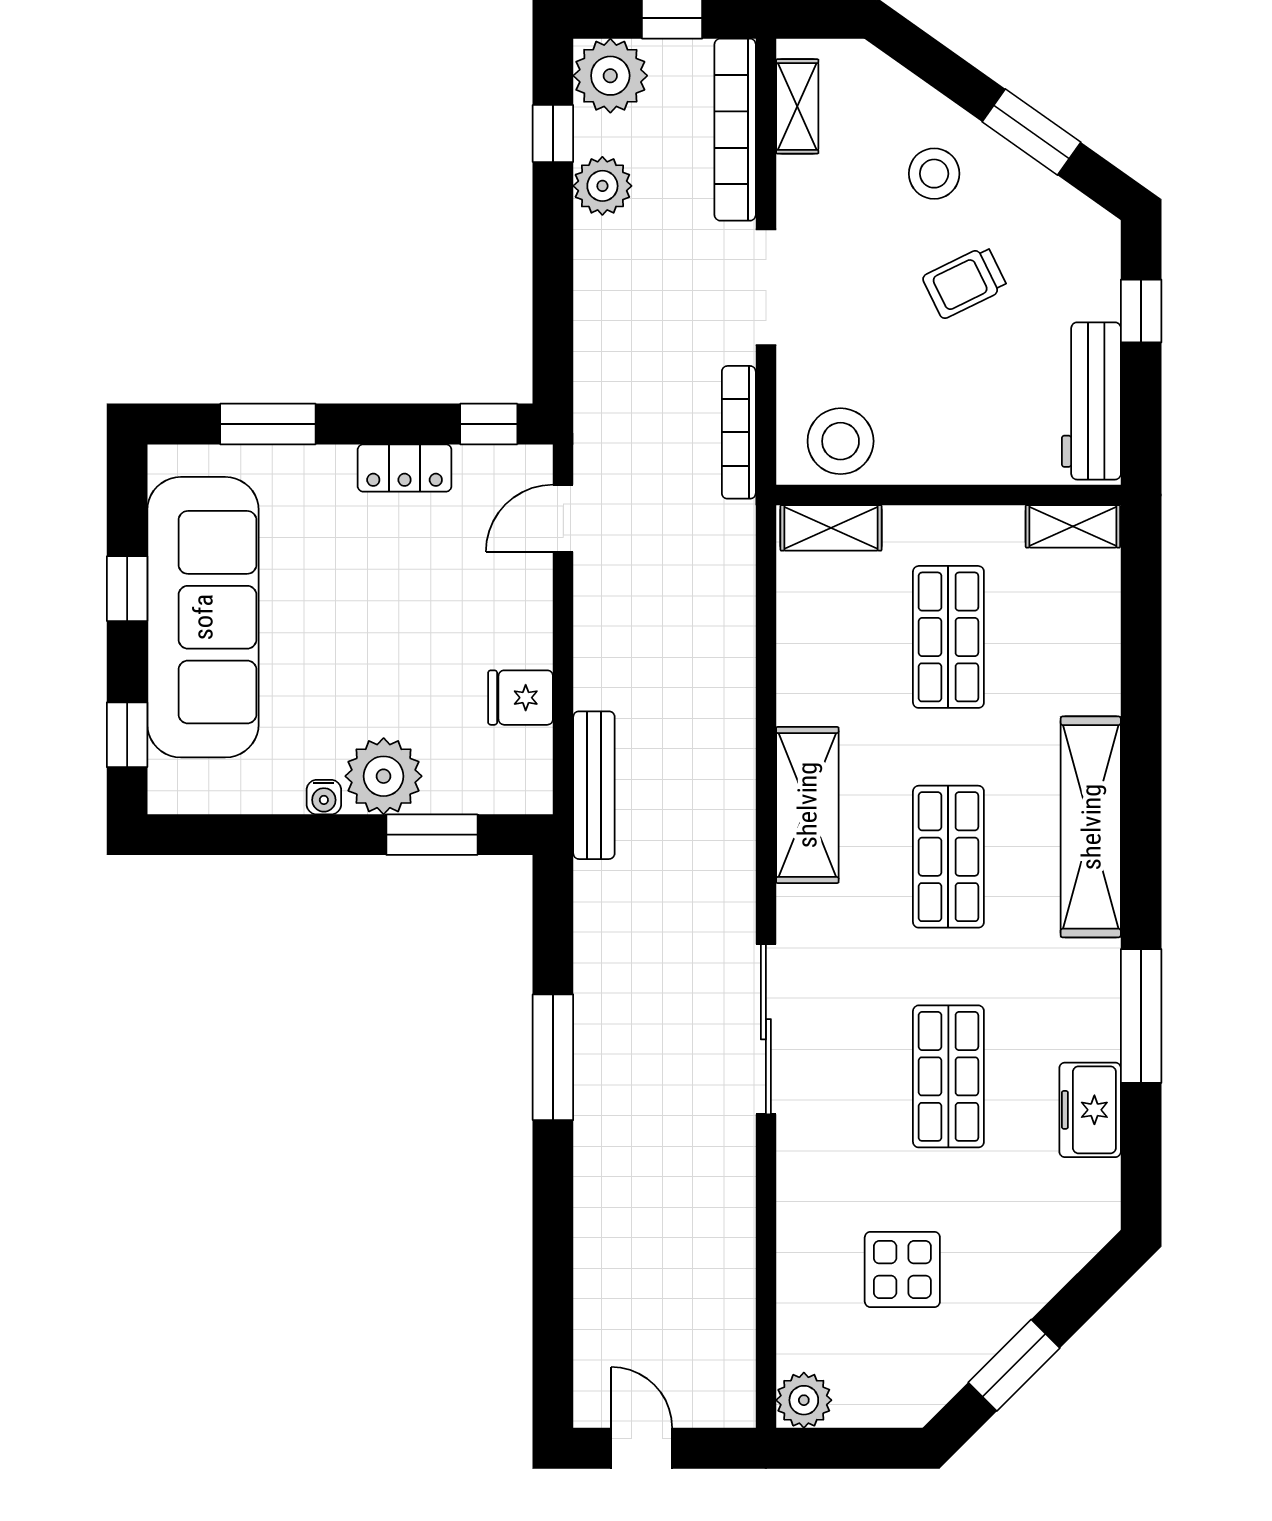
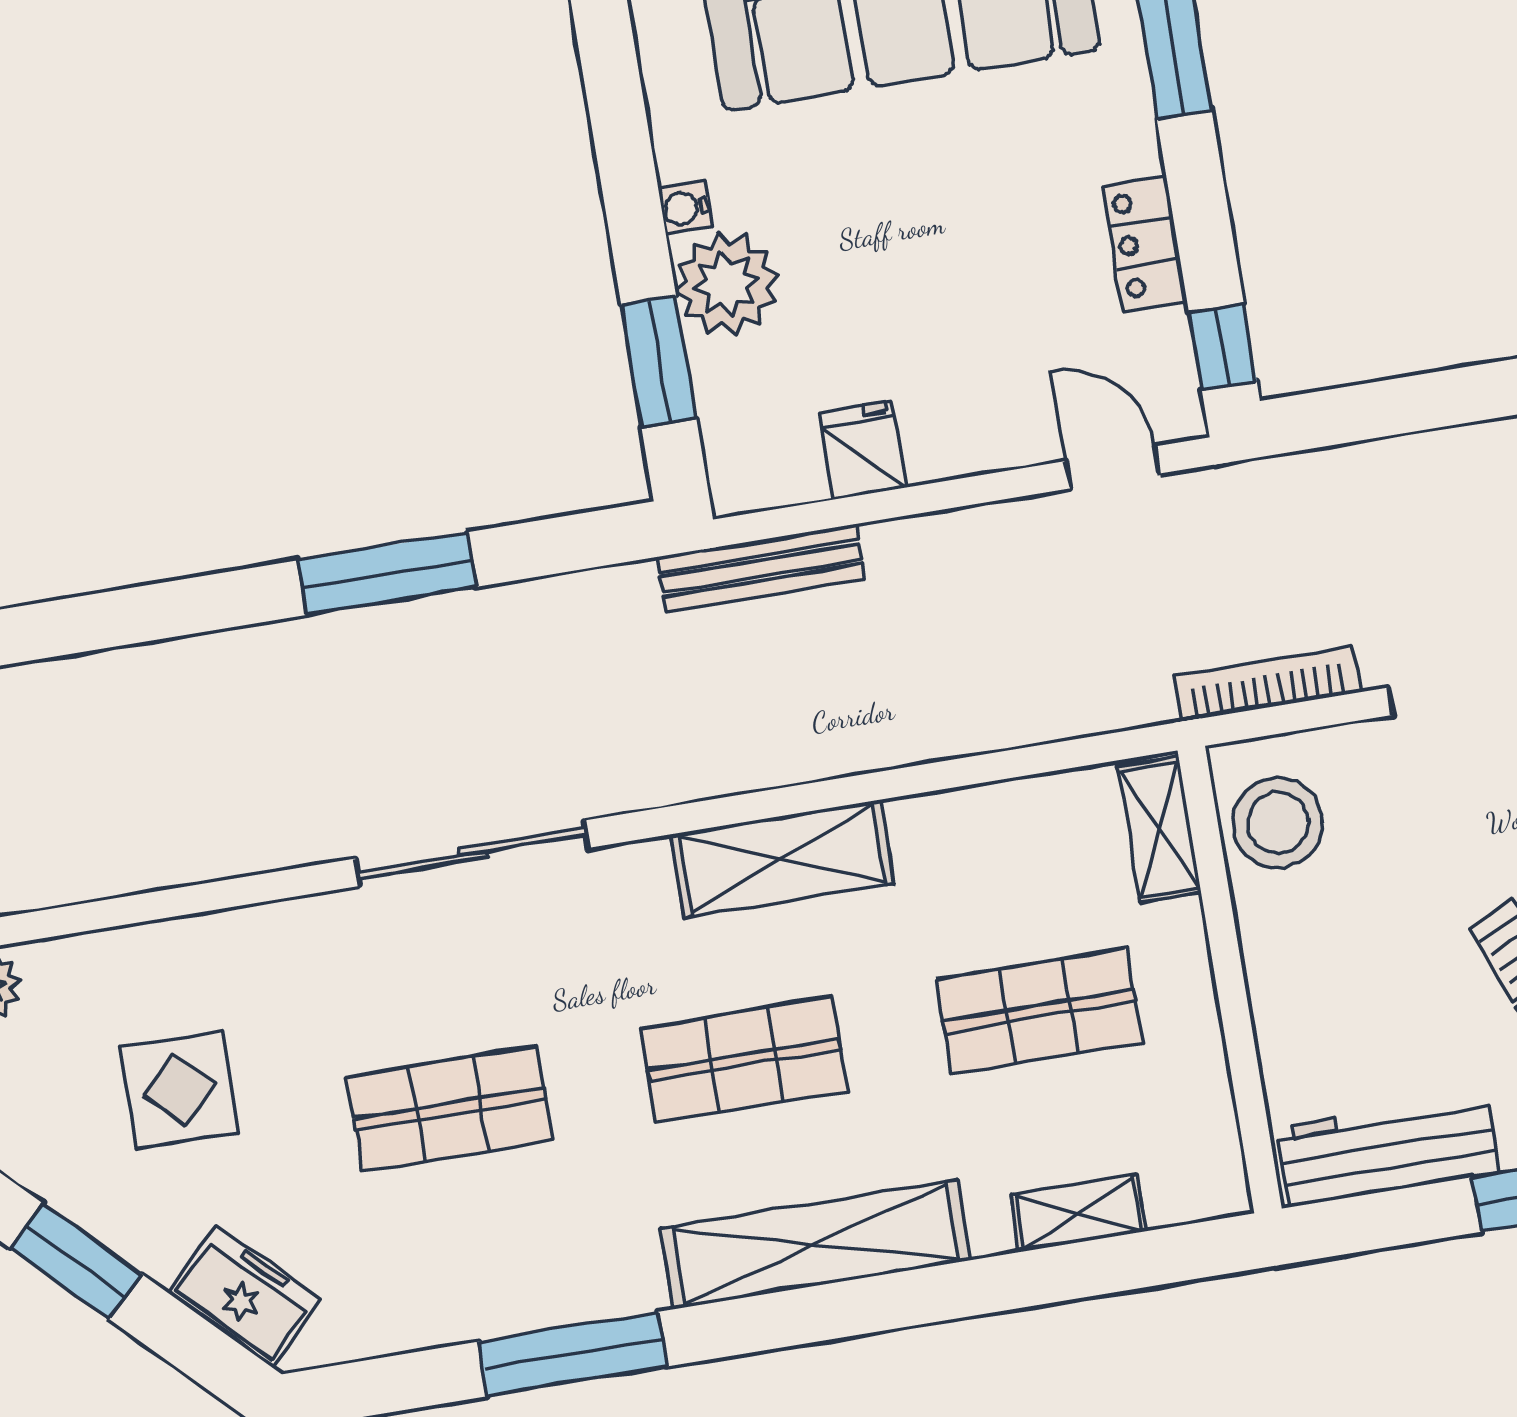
shelving: (1073, 526) -> (1078, 1213), moved, turned 90
freezer: (1090, 1110) -> (244, 1296), moved, turned 45

